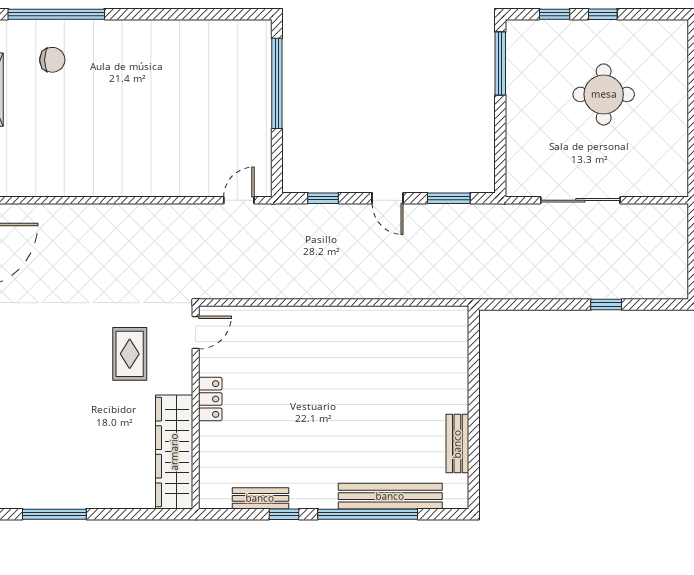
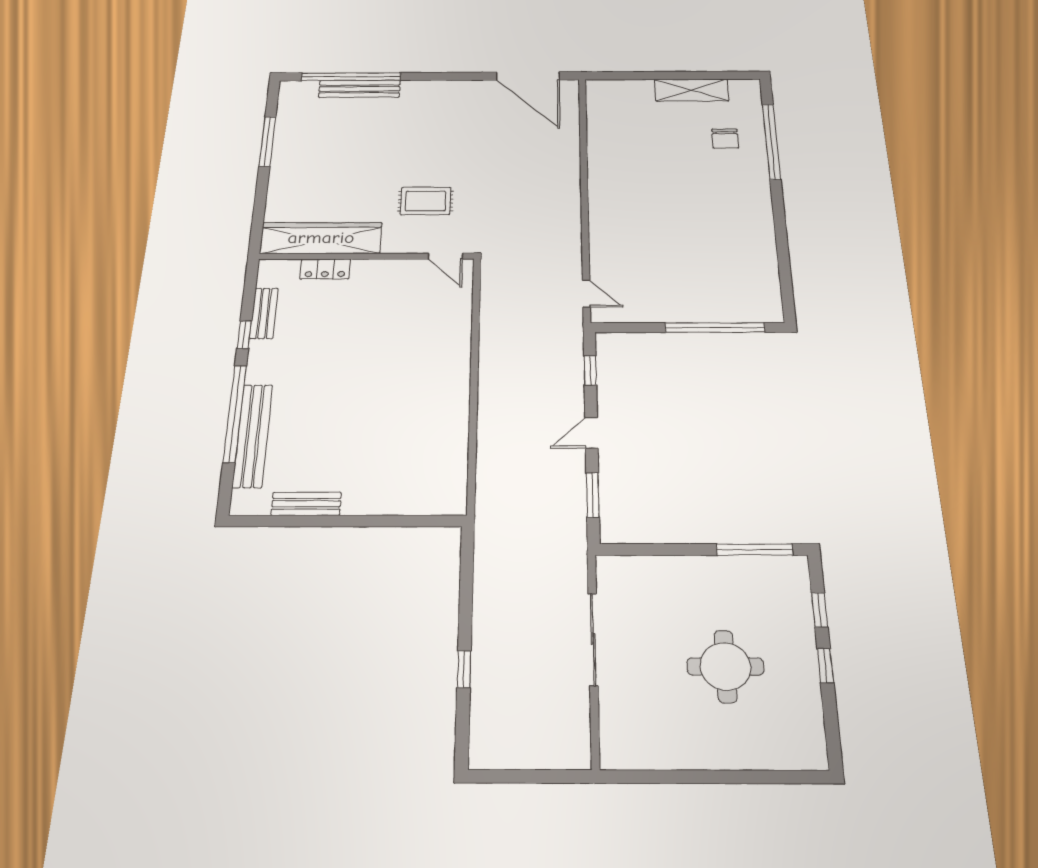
locker: (210, 399) -> (325, 269), moved

